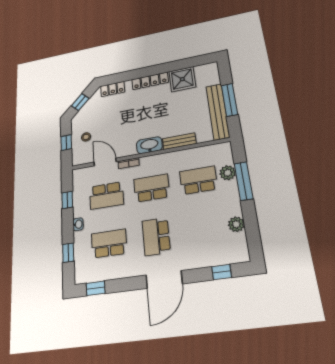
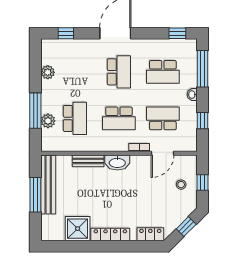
door: (105, 162) -> (163, 153), hinge flipped
school desk: (198, 180) -> (75, 118), turned -90
window: (68, 253) -> (202, 69), width x2.17

